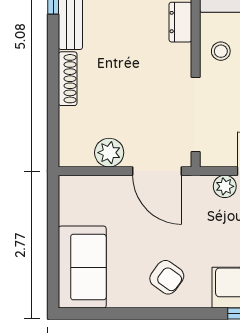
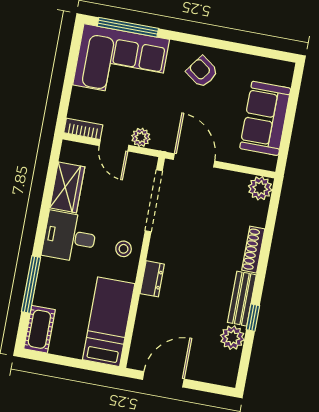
plant: (109, 153) -> (260, 188), moved
sofa: (82, 267) -> (265, 118), moved

